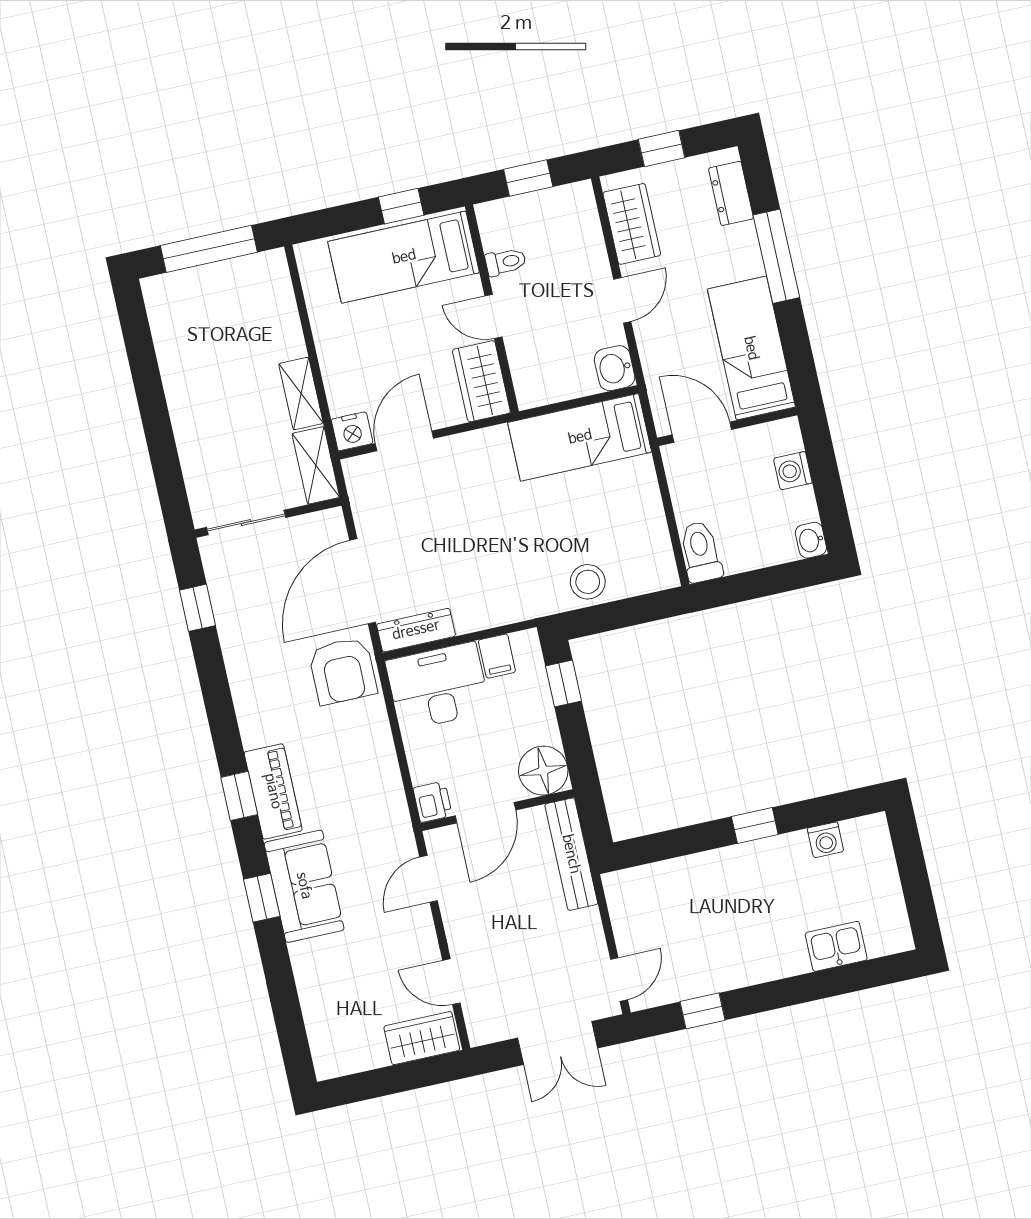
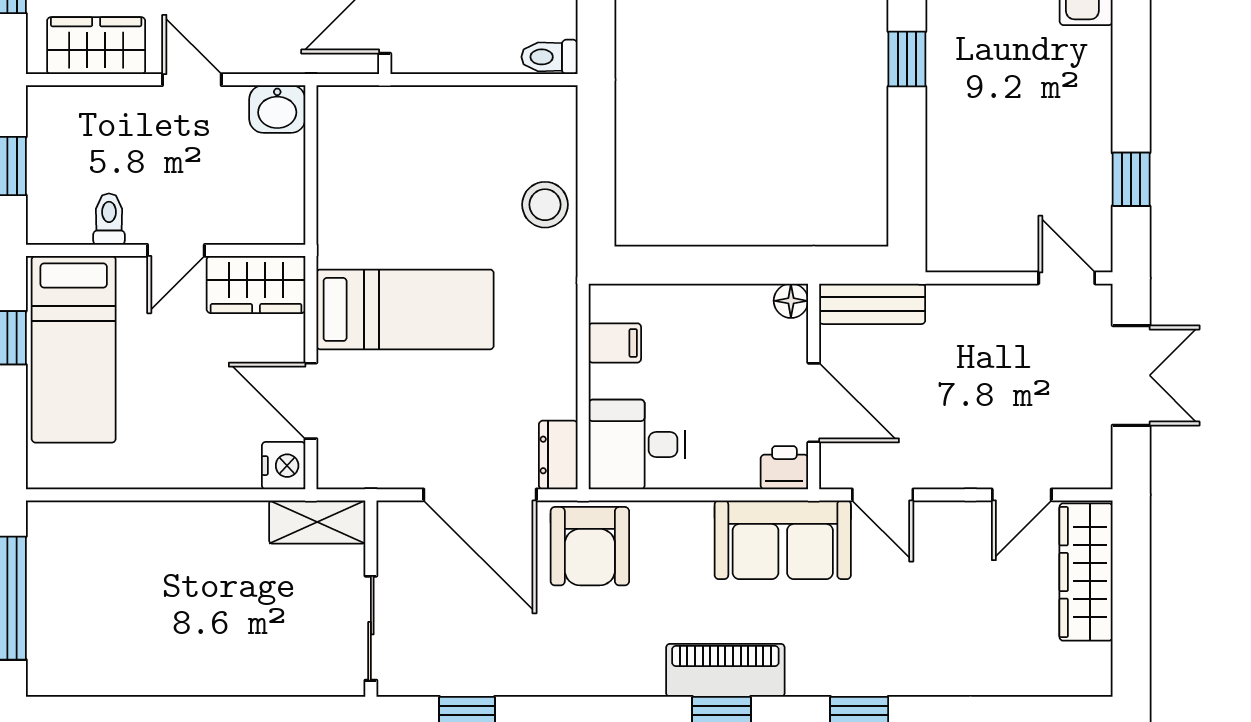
shelving: (301, 393) -> (220, 521), removed
bed: (580, 437) -> (405, 309), moved, turned -90
toilet: (701, 552) -> (549, 57), width x0.73, depth x0.72
dresser: (416, 630) -> (558, 455), width x0.70
armchair: (343, 671) -> (590, 546), turned 90
window: (563, 683) -> (669, 265), removed
desk: (438, 686) -> (637, 444), width x0.73
floor lamp: (543, 771) -> (791, 301), width x0.53, depth x0.53
bench: (571, 854) -> (872, 304), width x0.73
sofa: (304, 886) -> (783, 540), moved, turned 180
wardrobe: (422, 1038) -> (1086, 572), width x1.50

